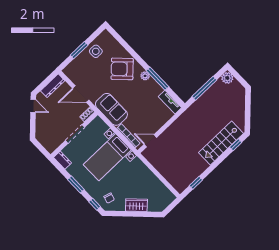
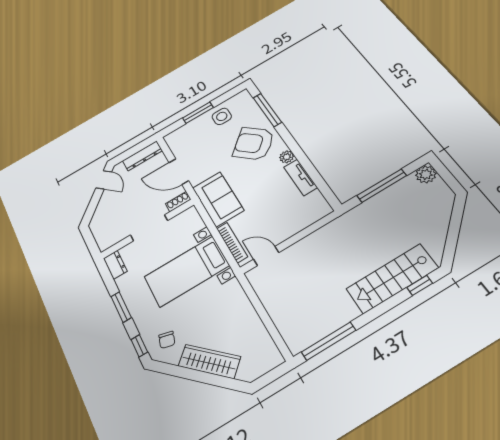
window: (157, 79) -> (267, 110), moved
tv unit: (170, 102) -> (301, 177), moved
window: (196, 183) -> (329, 341), width x2.17
wardrobe: (136, 205) -> (209, 361), width x1.50

